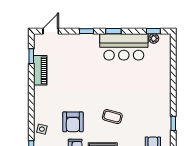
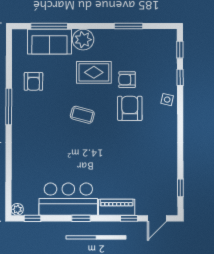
window: (87, 31) -> (129, 218), moved
plant: (154, 38) -> (17, 209), moved
piano: (40, 70) -> (117, 207), moved, turned 90
window: (173, 123) -> (9, 106), width x2.17

